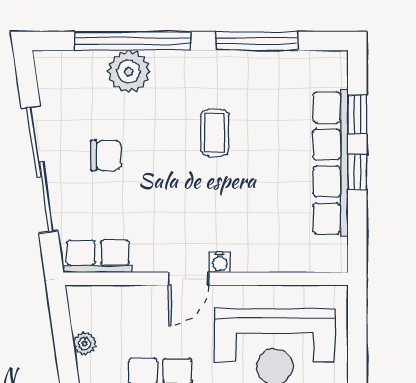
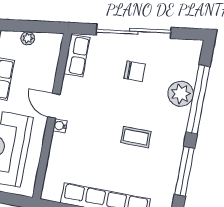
chair: (106, 155) -> (135, 71), turned -90

